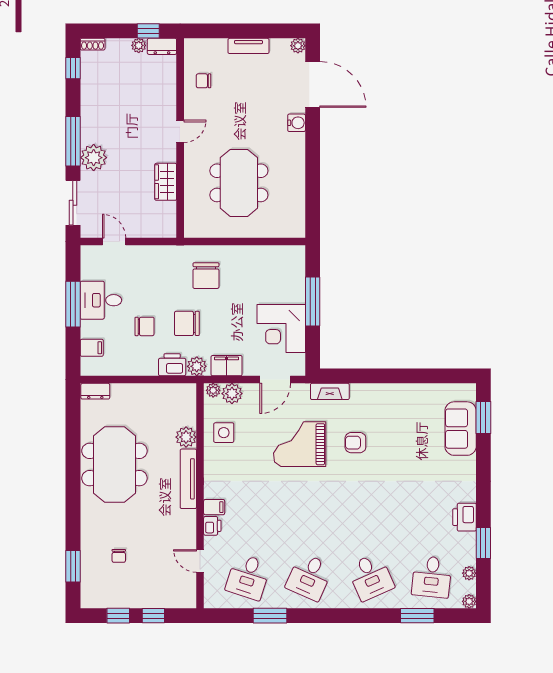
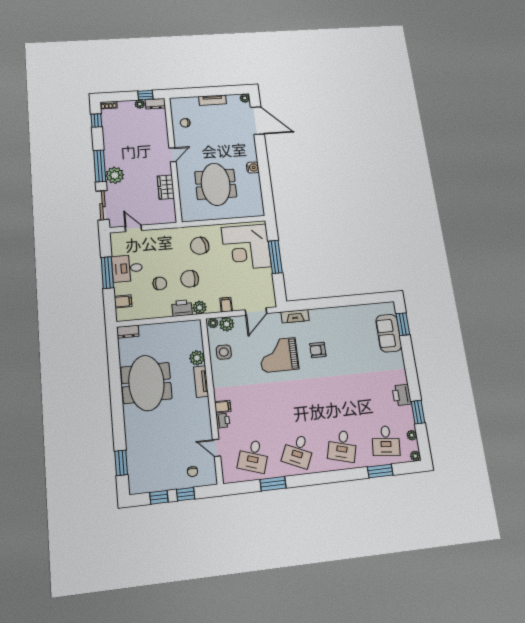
water cooler: (297, 123) -> (253, 167), moved
chair: (206, 276) -> (200, 246), turned 76
corner desk: (281, 328) -> (246, 247), moved, width x1.36, depth x1.36
filing cabinet: (227, 366) -> (226, 305), width x0.50
tv unit: (188, 479) -> (201, 382), width x0.71
chair: (119, 556) -> (192, 472), moved
desk: (371, 577) -> (342, 446), turned 39

